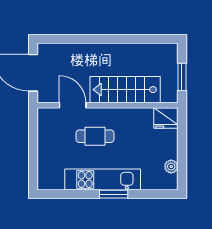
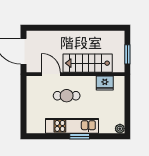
fridge: (166, 118) -> (105, 83), moved
plant: (171, 167) -> (120, 129), moved

